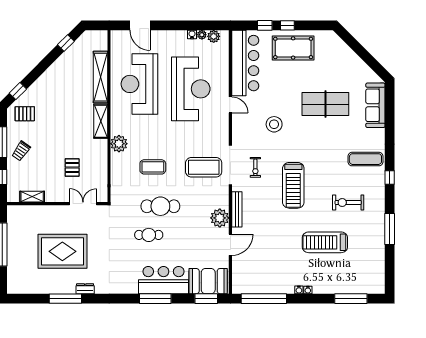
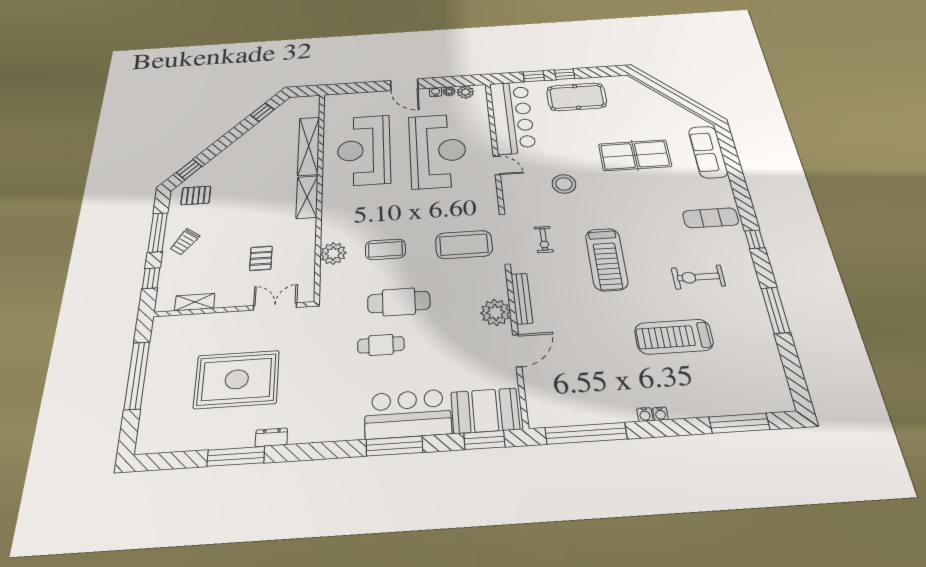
door: (140, 25) -> (404, 85), moved
plant: (119, 144) -> (333, 253), moved

